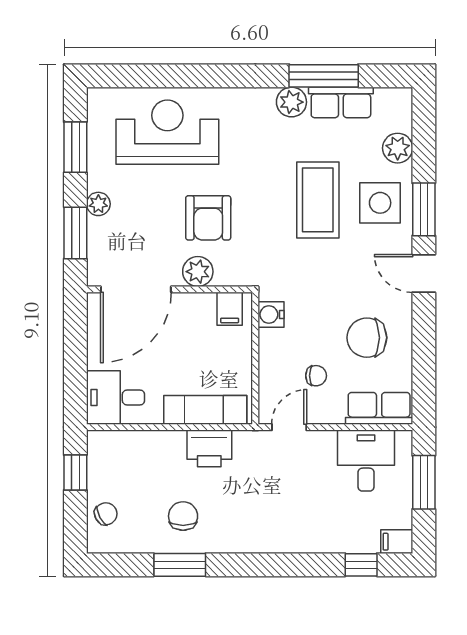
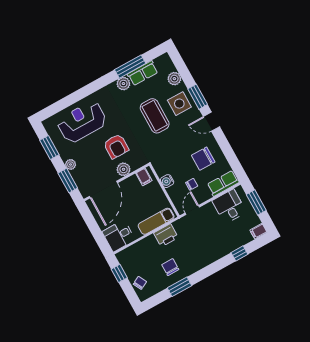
water cooler: (271, 315) -> (167, 181), moved
window: (361, 565) -> (239, 253), moved

